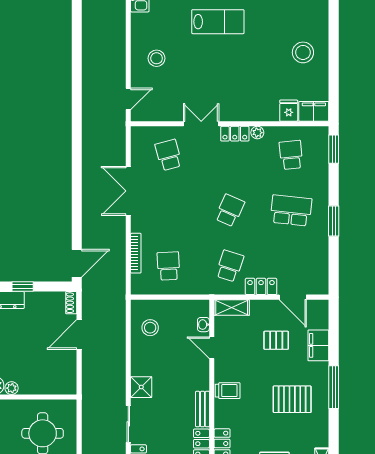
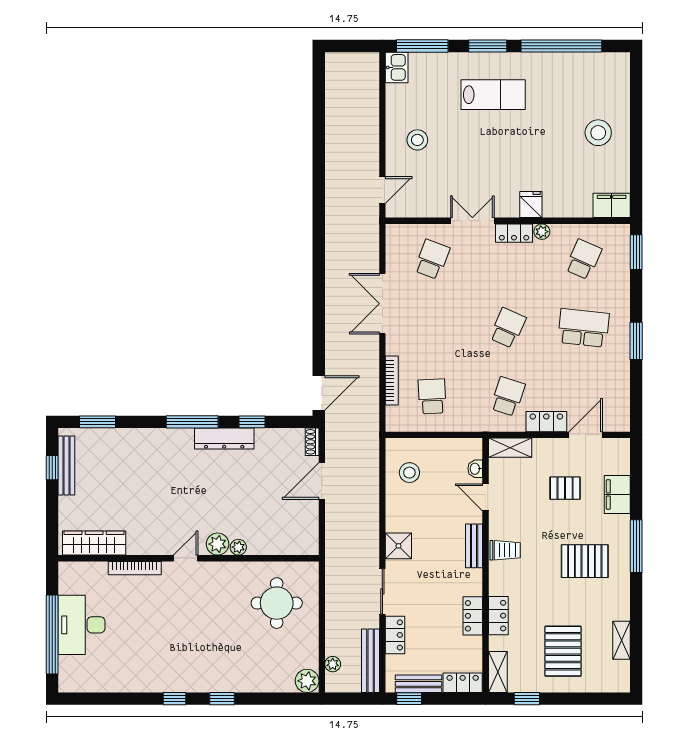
fridge: (289, 111) -> (531, 205), moved
school desk: (168, 155) -> (432, 259), turned 36
school desk: (291, 155) -> (583, 259), turned 30
door: (293, 297) -> (586, 435), swing flipped
bench: (202, 409) -> (474, 546), moved

